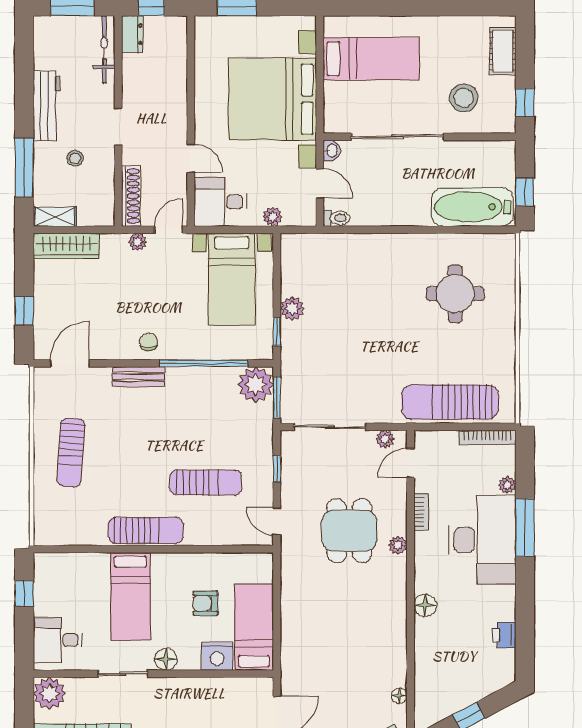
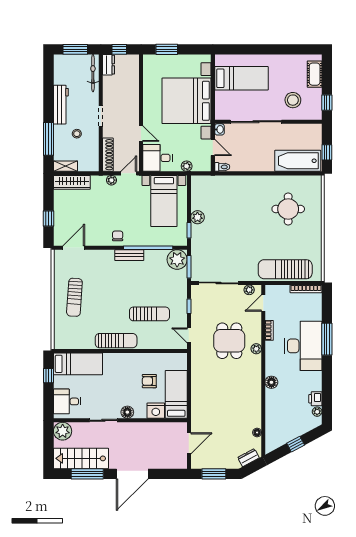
bench: (139, 377) -> (129, 255), moved
plant: (507, 485) -> (317, 412), moved
bed: (130, 596) -> (78, 364), moved, turned -90

